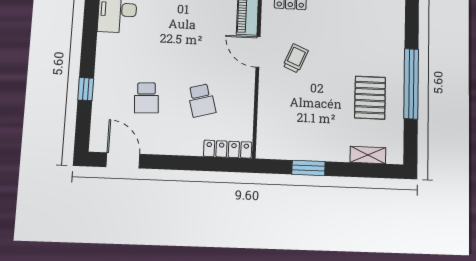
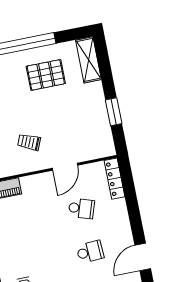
door: (258, 52) -> (65, 167), moved
school desk: (201, 100) -> (81, 208), turned 33
shelving: (368, 155) -> (88, 60), width x1.50, depth x1.33

